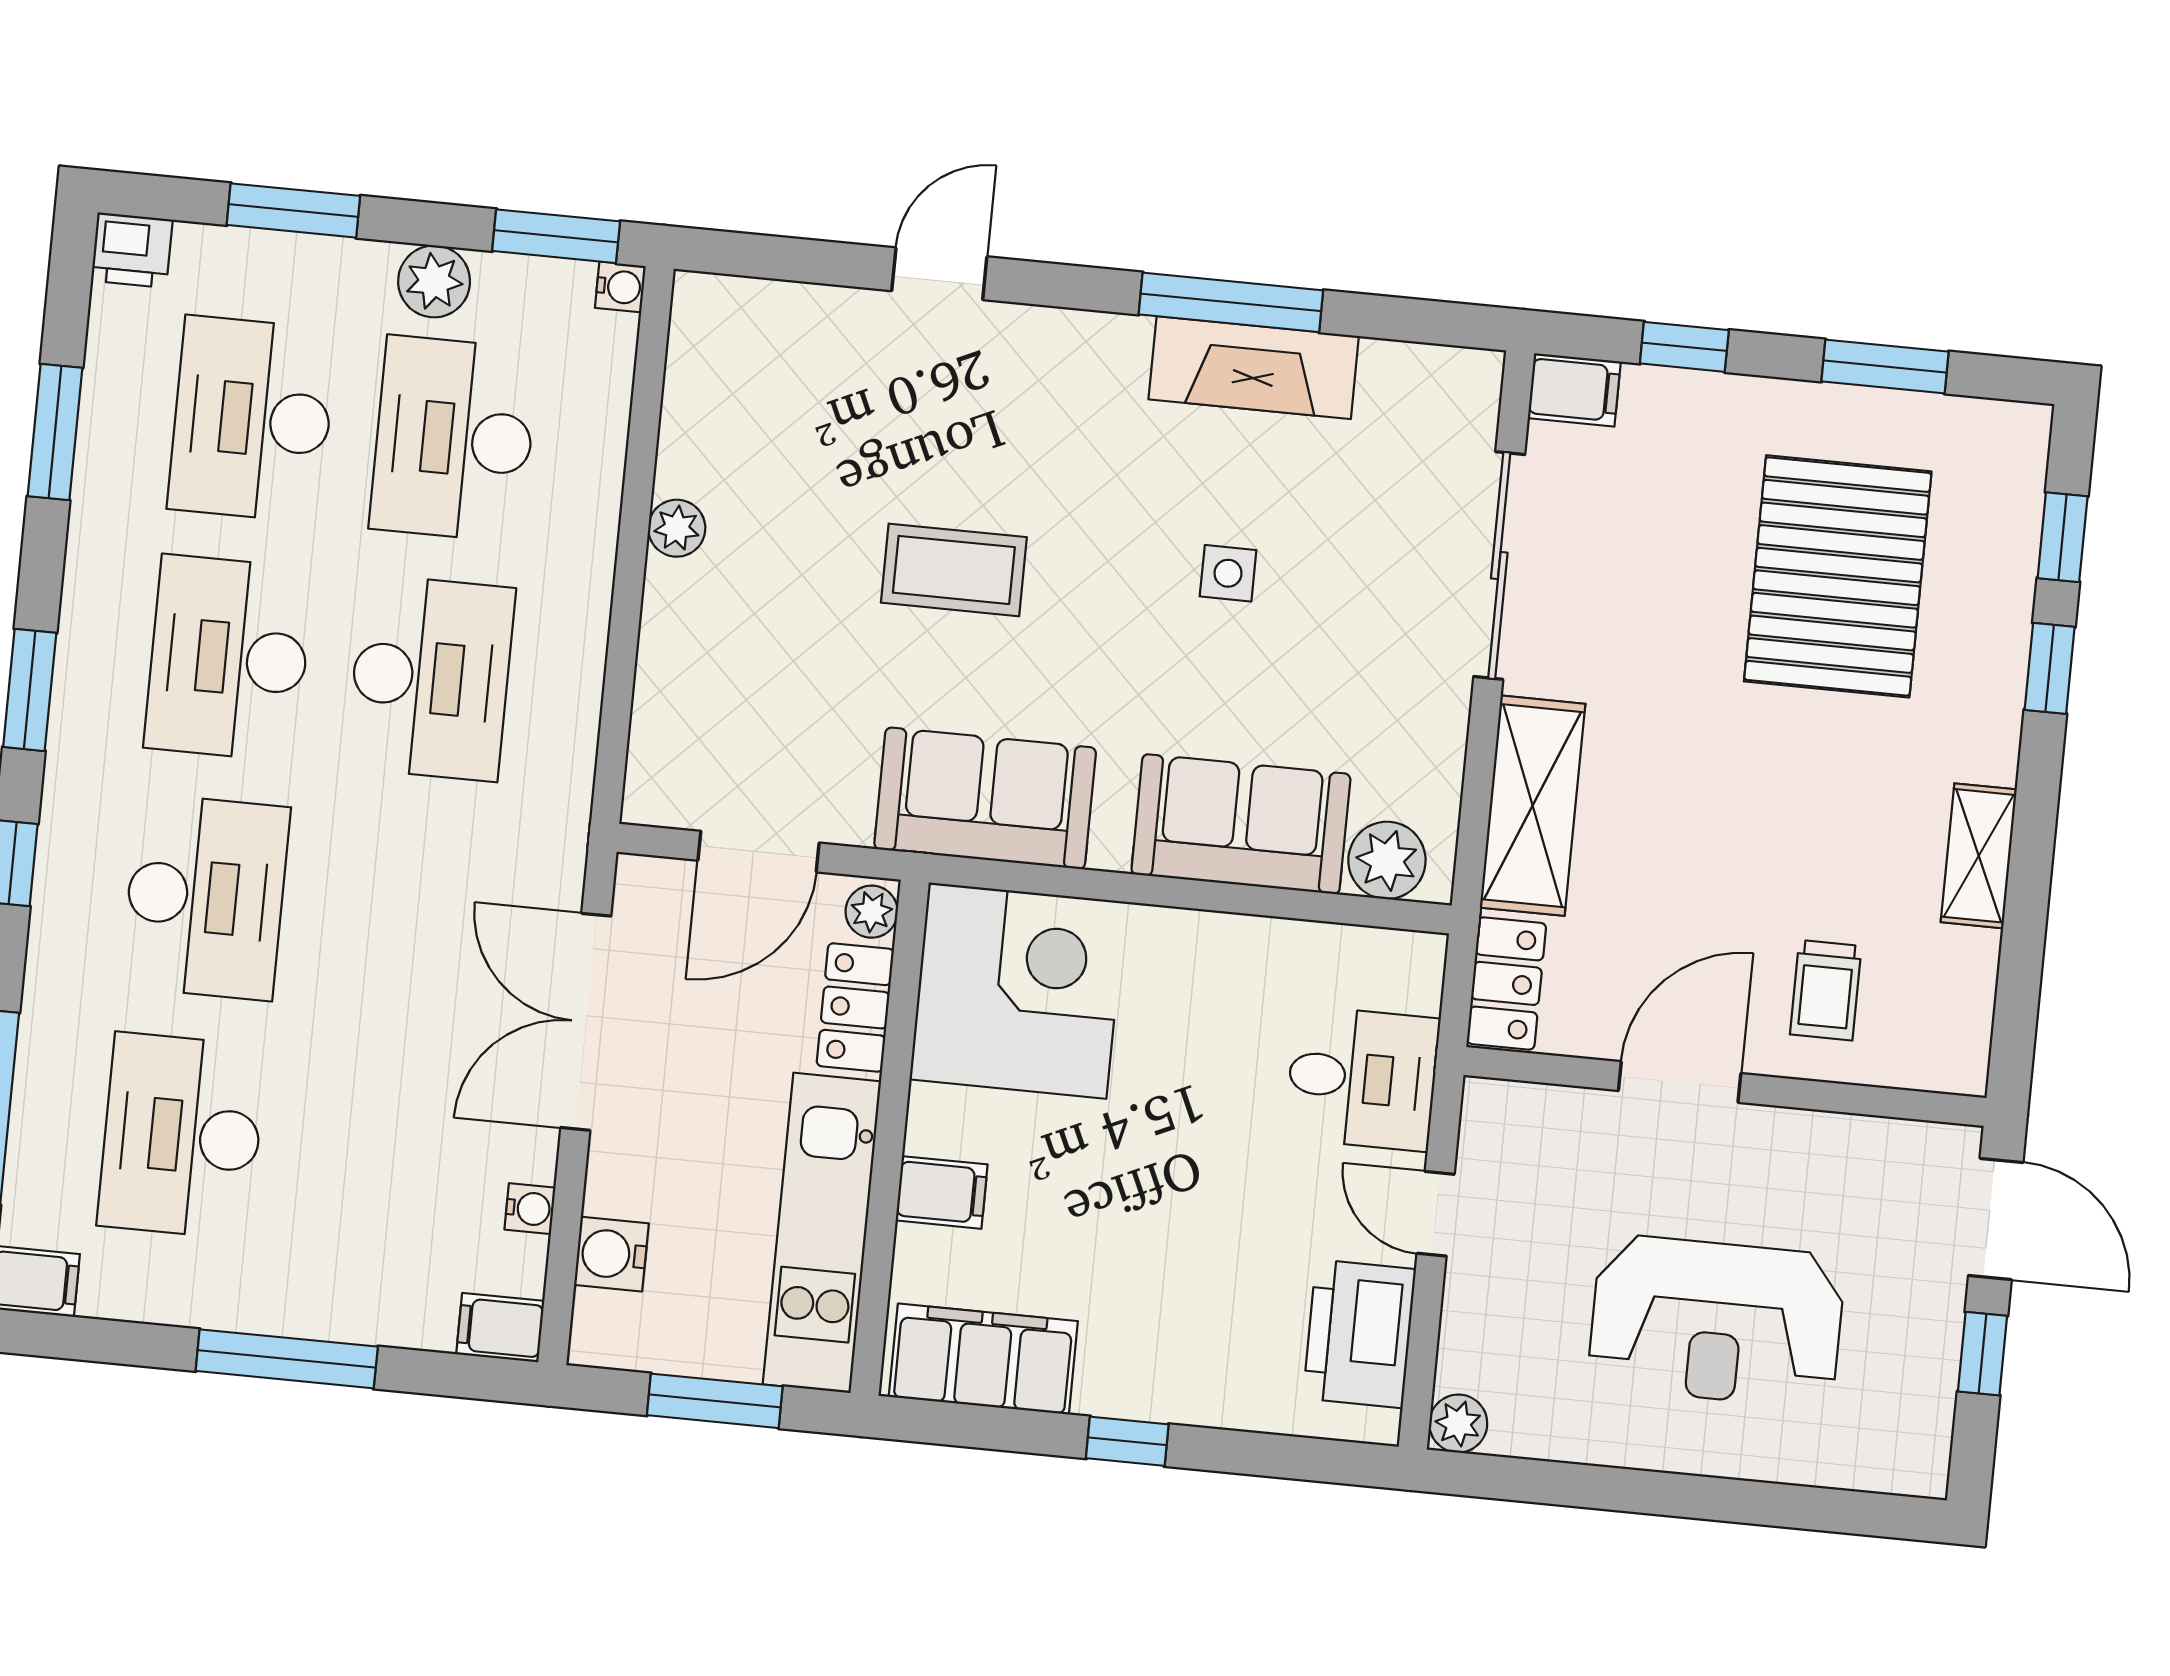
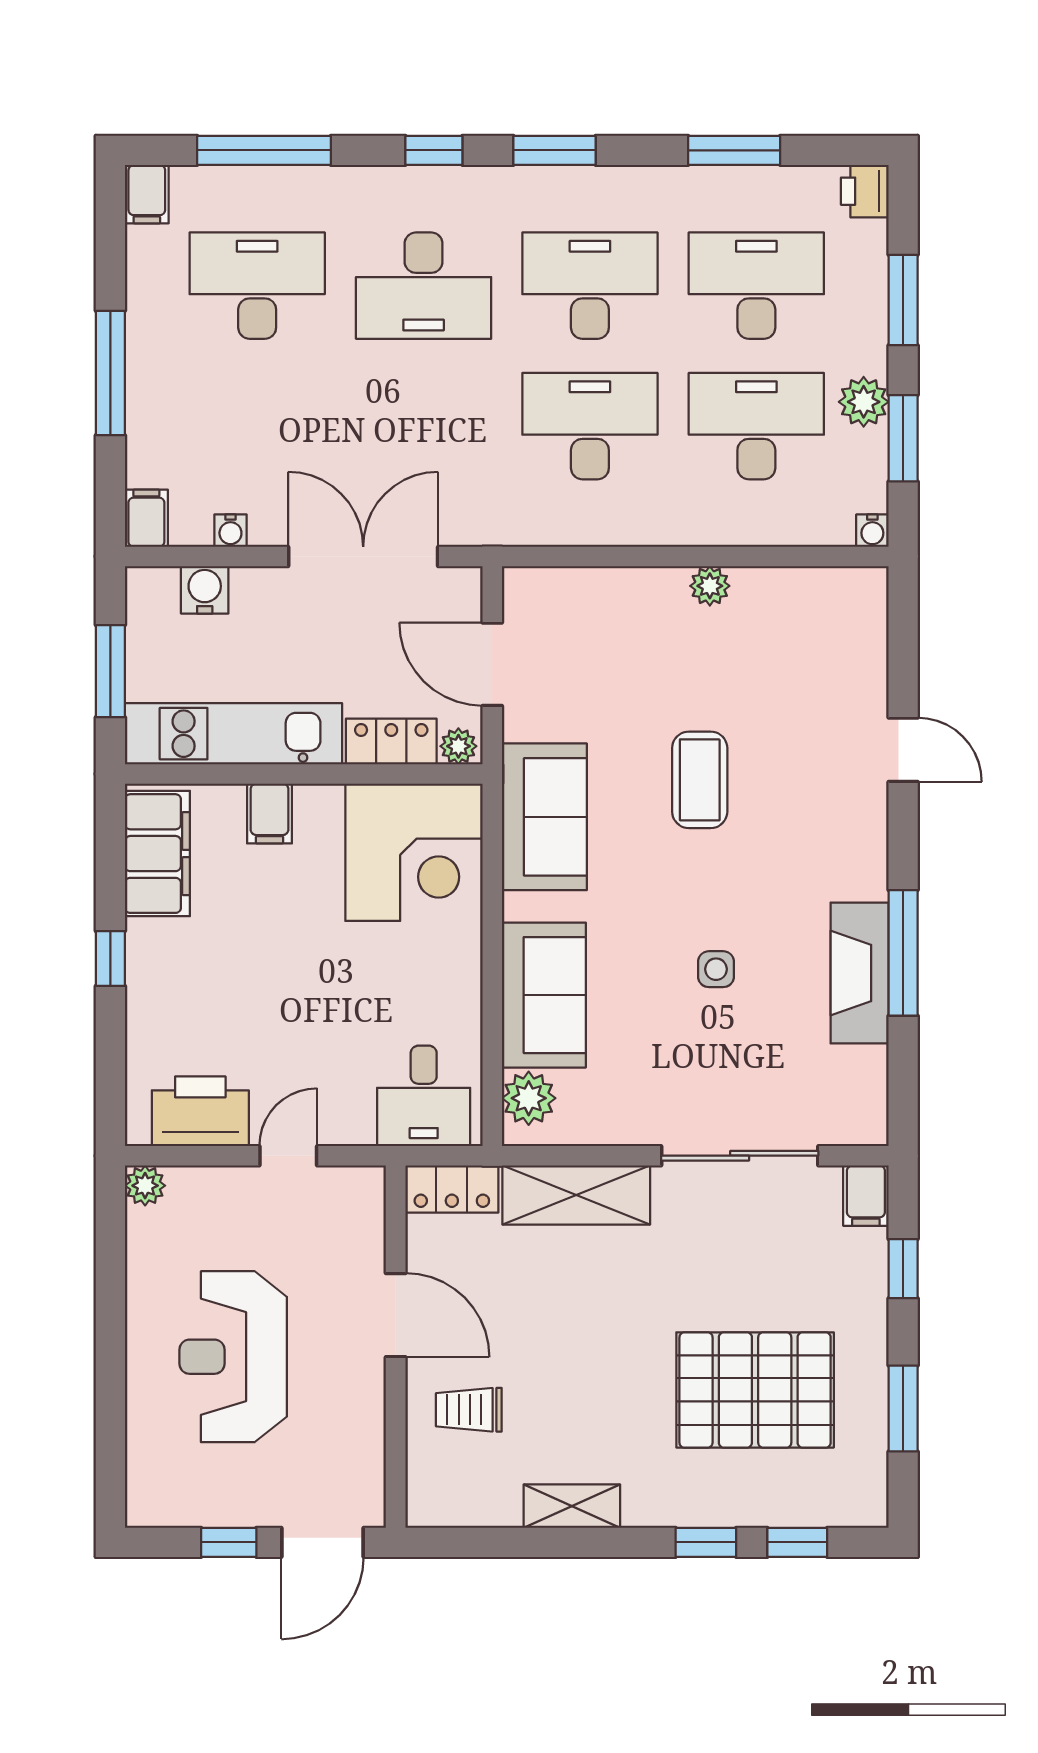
window: (556, 236) -> (903, 438), moved
desk: (431, 678) -> (590, 426), turned 180
desk: (1362, 1078) -> (424, 1096), moved

